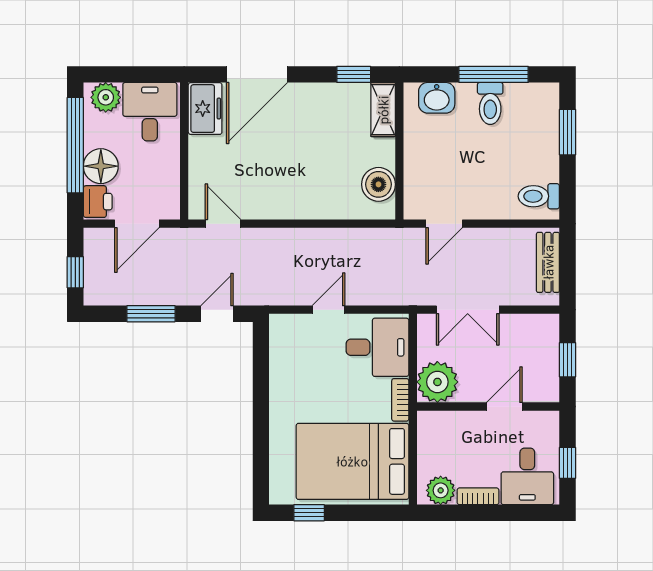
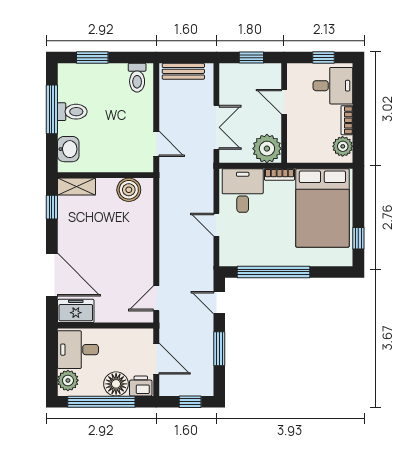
window: (261, 391) -> (273, 272), added

